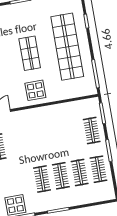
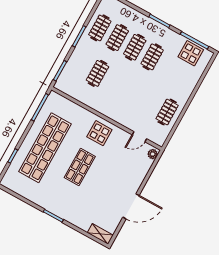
clothes rail: (92, 130) -> (97, 73), moved

